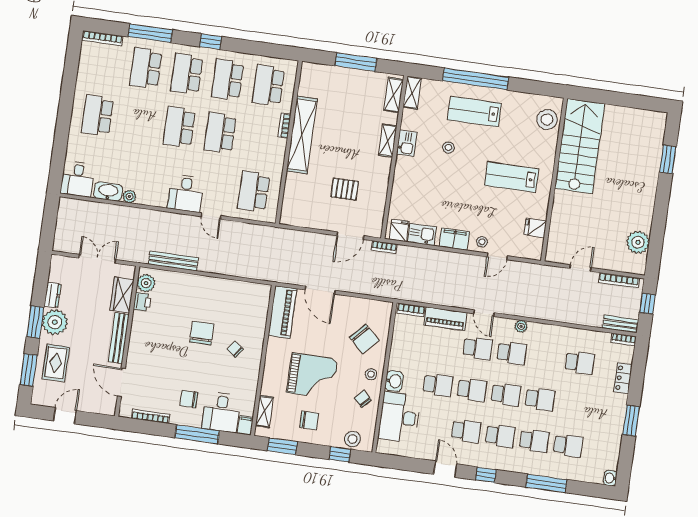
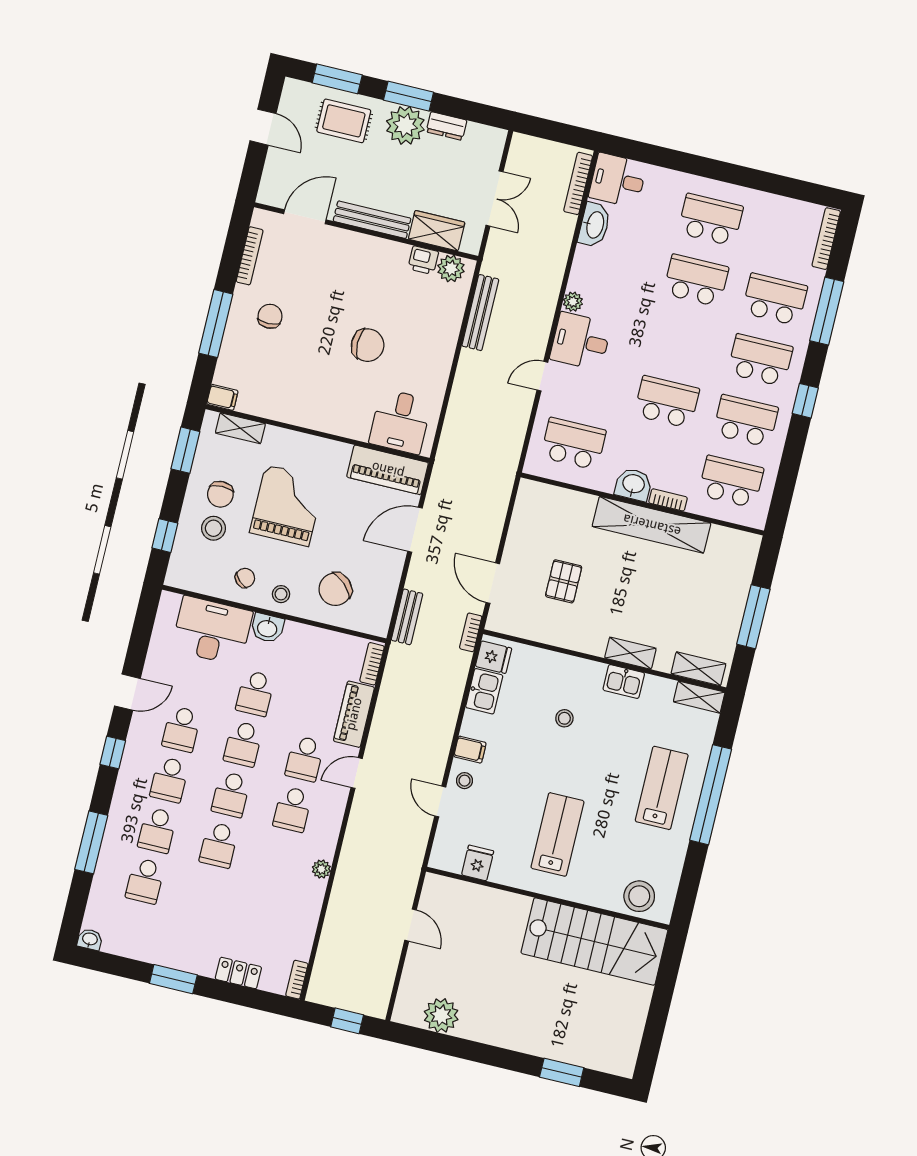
school desk: (179, 127) -> (696, 280), moved
stool: (448, 148) -> (564, 718), moved
washbasin: (277, 149) -> (633, 484), added
plant: (129, 196) -> (573, 302), moved
filing cabinet: (454, 239) -> (470, 750), width x0.50
bookcase: (619, 280) -> (578, 183), moved
bench: (620, 324) -> (407, 617), moved
plant: (521, 326) -> (321, 869), moved
chair: (235, 349) -> (338, 393), removed
school desk: (580, 363) -> (268, 910), removed
grand piano: (312, 376) -> (287, 506), turned 180
desk: (221, 412) -> (400, 422), moved, turned -90
stool: (353, 439) -> (213, 528), moved

